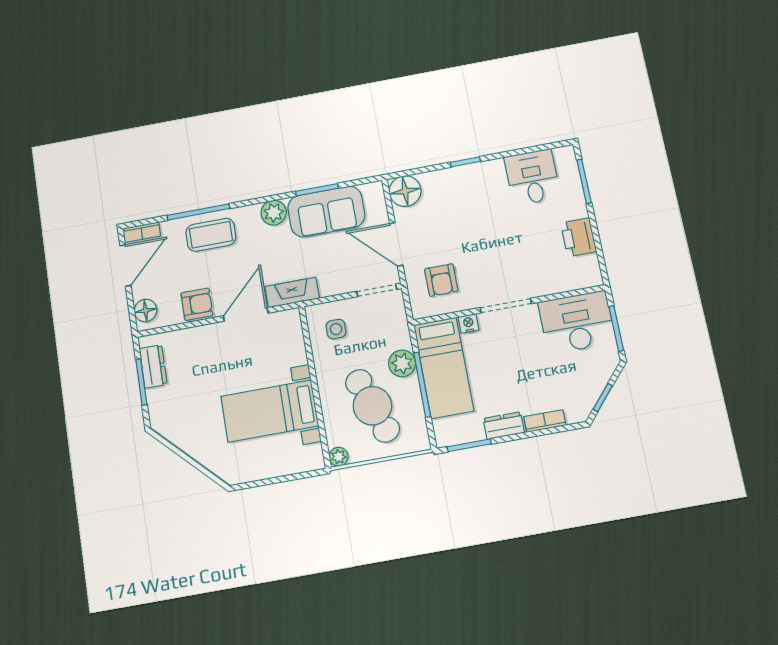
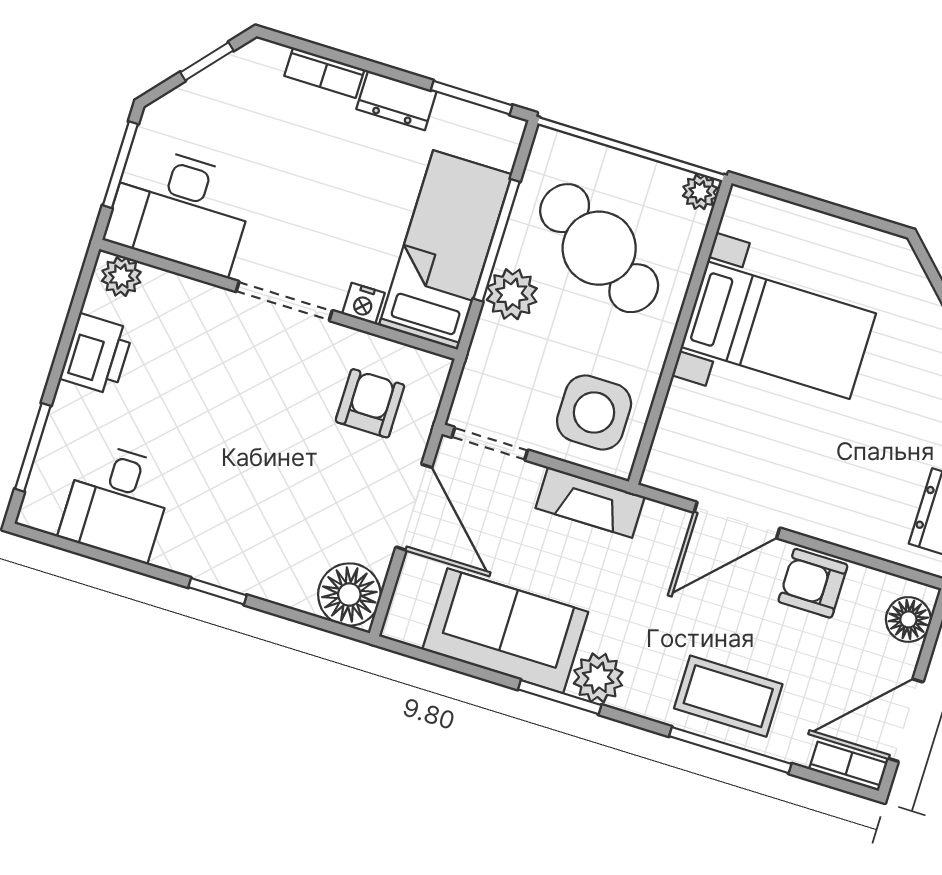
window: (317, 190) -> (560, 697), moved
plant: (587, 278) -> (121, 277), added
fireplace: (292, 292) -> (590, 502), moved
side table: (336, 329) -> (594, 412), width x1.87, depth x1.87
cafe table: (372, 406) -> (599, 248), turned -38

